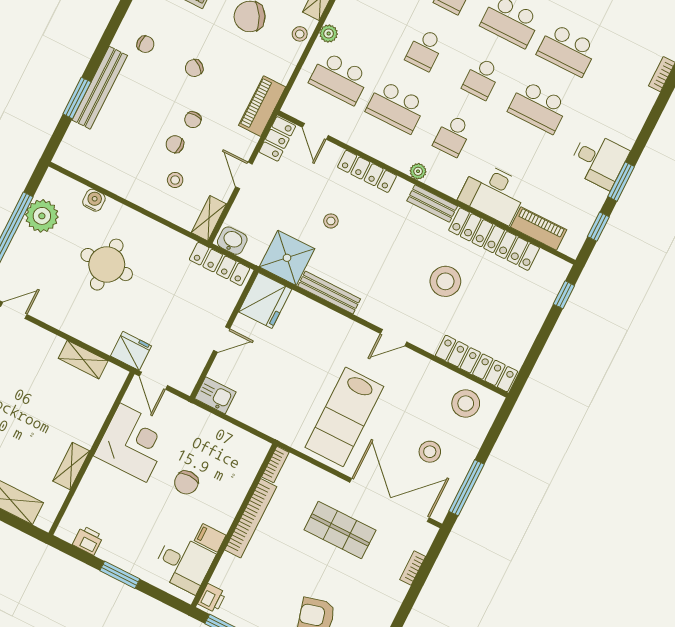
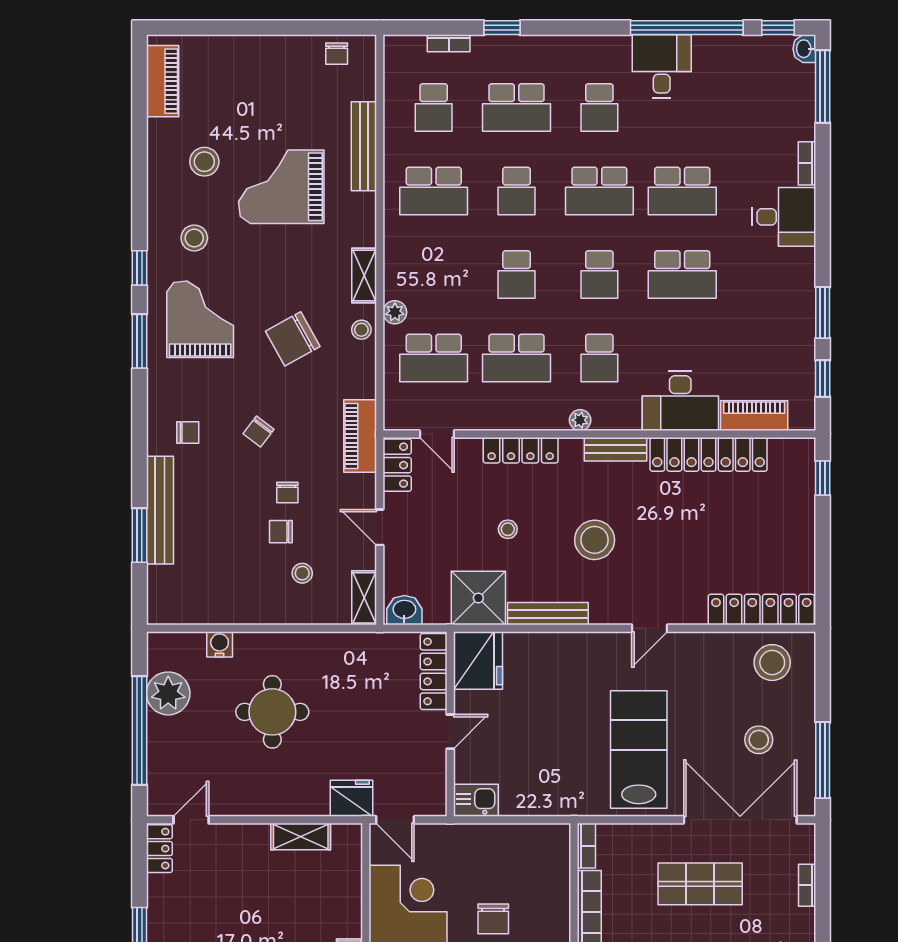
desk: (599, 160) -> (784, 217), moved
locker: (219, 264) -> (434, 671), moved, turned 90
stool: (445, 281) -> (595, 540), moved
lab bench: (344, 417) -> (639, 750), turned 180

